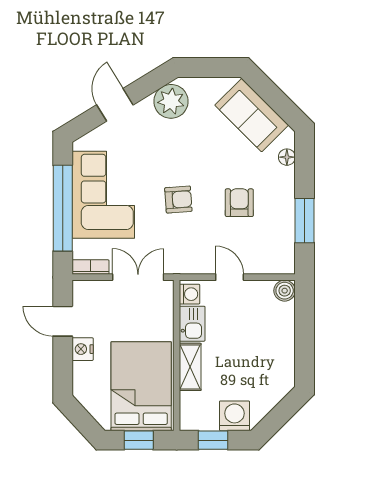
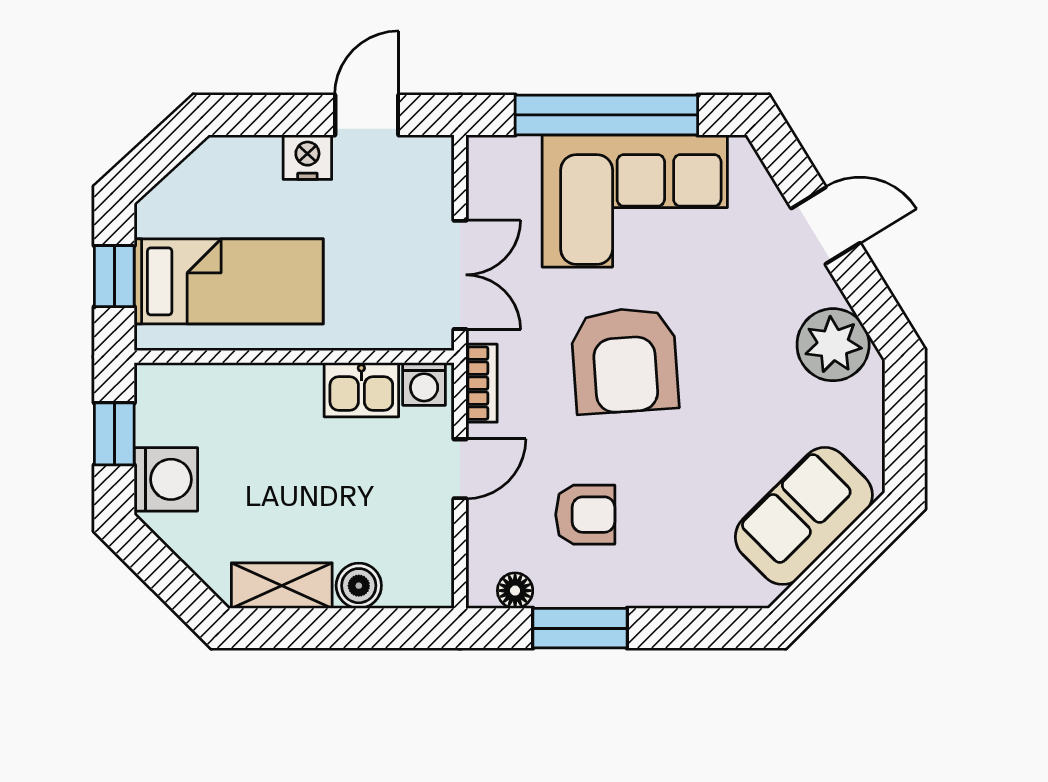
floor lamp: (287, 157) -> (515, 591), moved
armchair: (178, 200) -> (625, 360), width x1.88, depth x1.88
armchair: (239, 203) -> (585, 515), moved
bookcase: (90, 267) -> (482, 383), moved
boiler: (285, 291) -> (359, 586), moved
shelving: (190, 367) -> (282, 586), moved
bed: (141, 386) -> (229, 281), width x0.67

